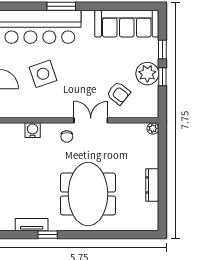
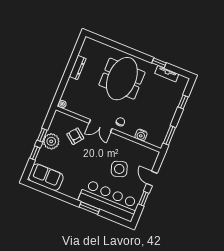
sofa: (127, 24) -> (46, 177), width x0.73

